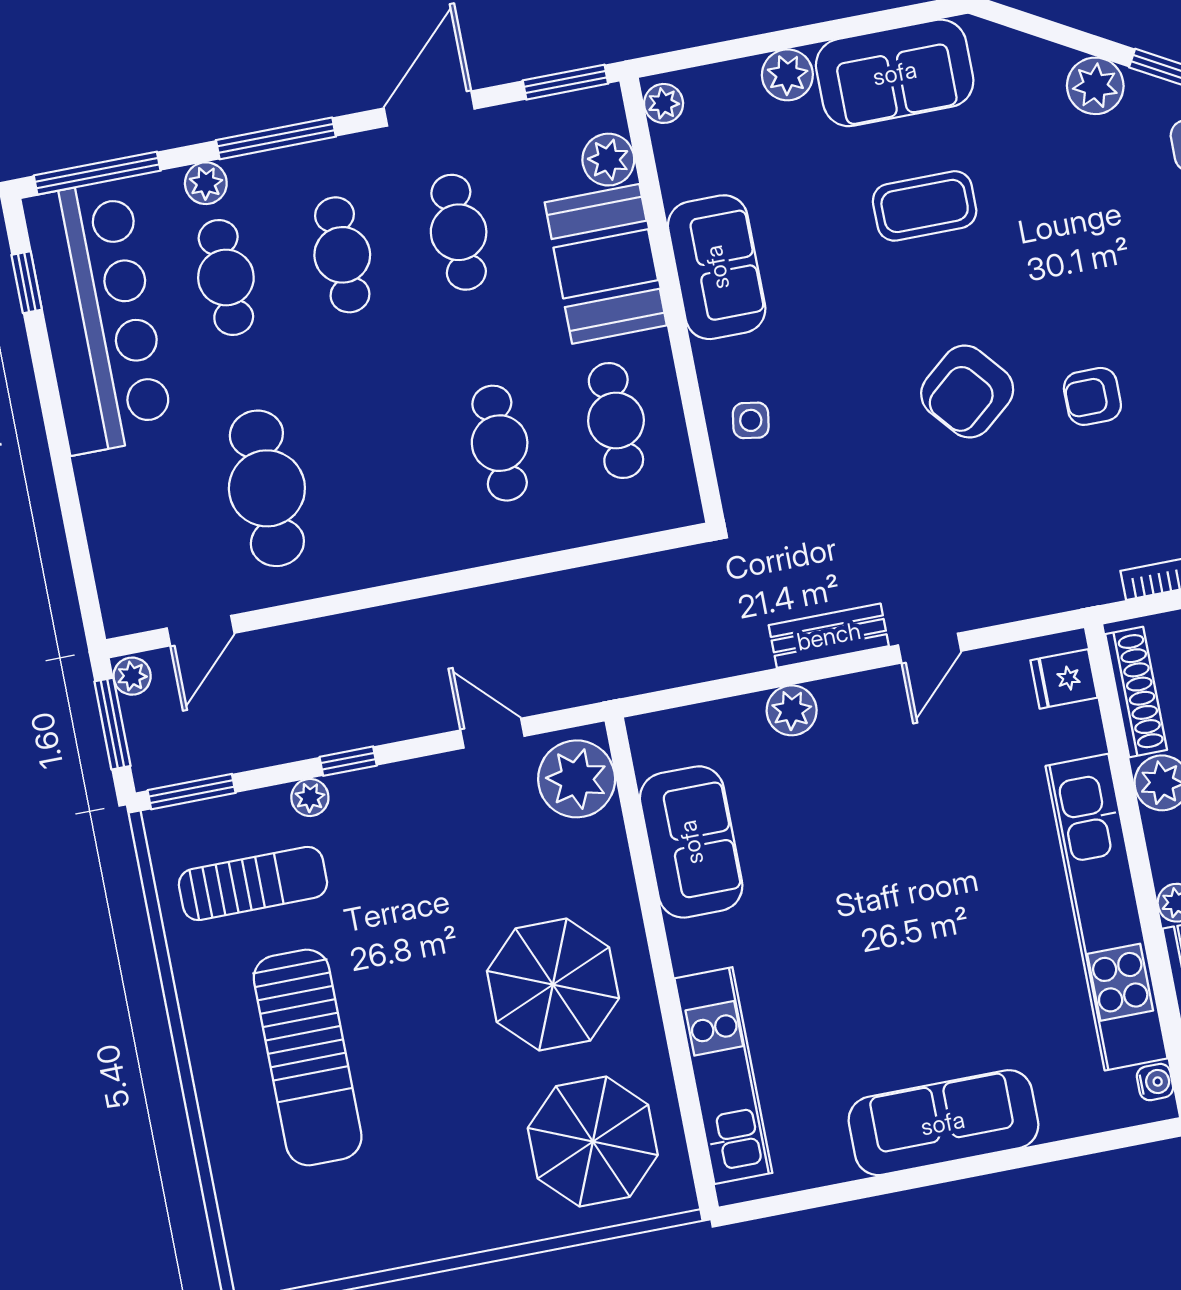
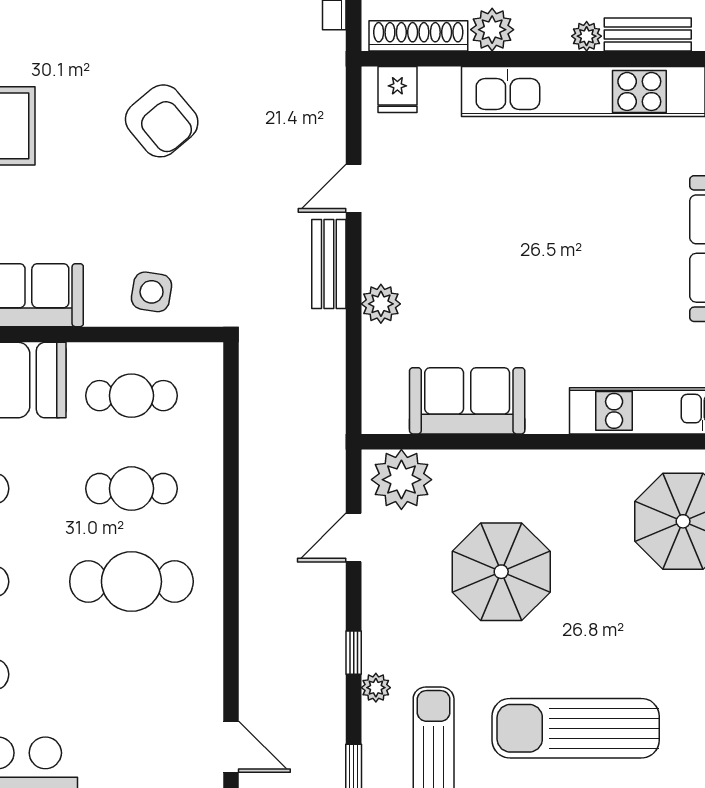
armchair: (1092, 396) -> (184, 25), removed
side table: (751, 420) -> (152, 292), width x1.37, depth x1.37
cafe table: (267, 488) -> (131, 582), moved
door: (930, 648) -> (354, 188), swing flipped
parasol: (553, 985) -> (501, 572), moved
sun lounger: (308, 1057) -> (576, 728), turned 180

